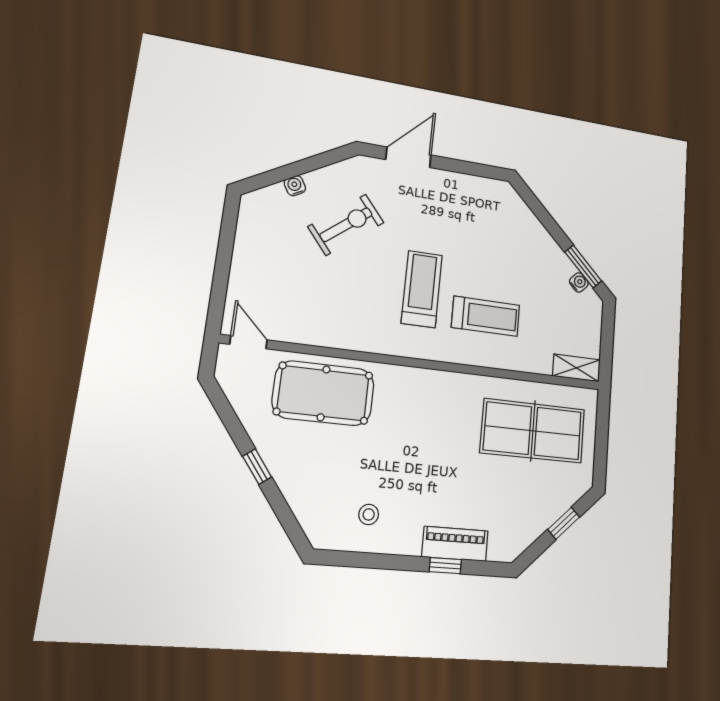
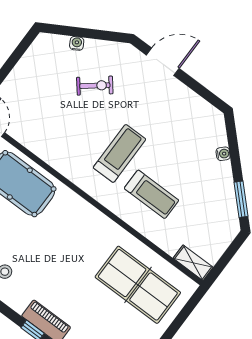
exercise bike: (346, 225) -> (95, 86), width x0.73, depth x0.72
water cooler: (579, 282) -> (223, 154), moved

